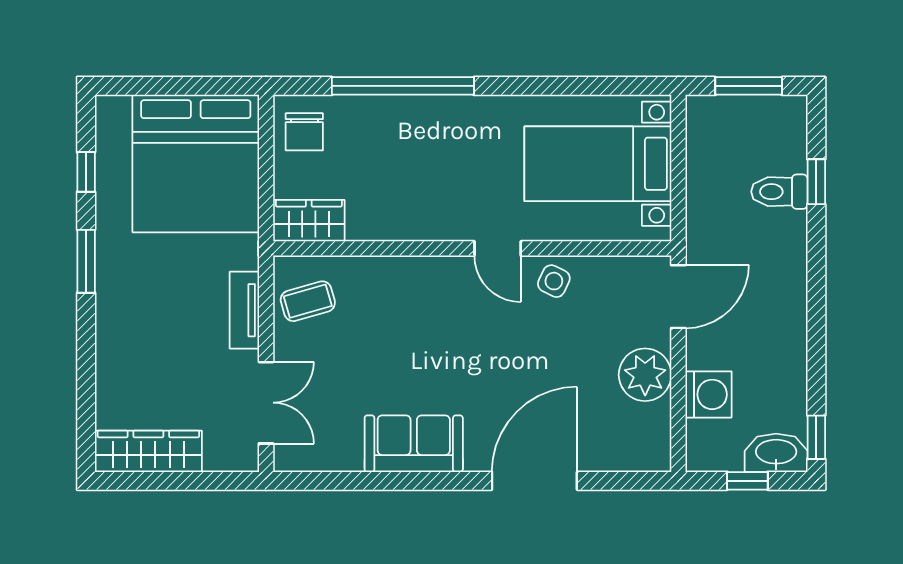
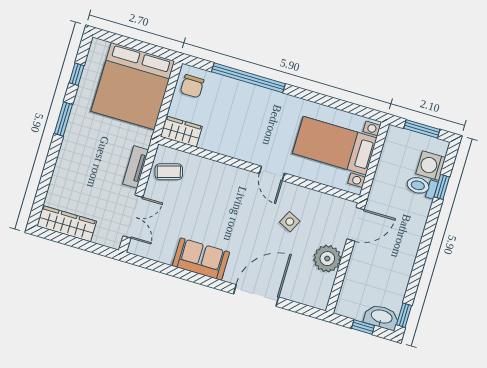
side table: (554, 281) -> (290, 222), moved
washing machine: (708, 394) -> (431, 166), moved, turned 180

